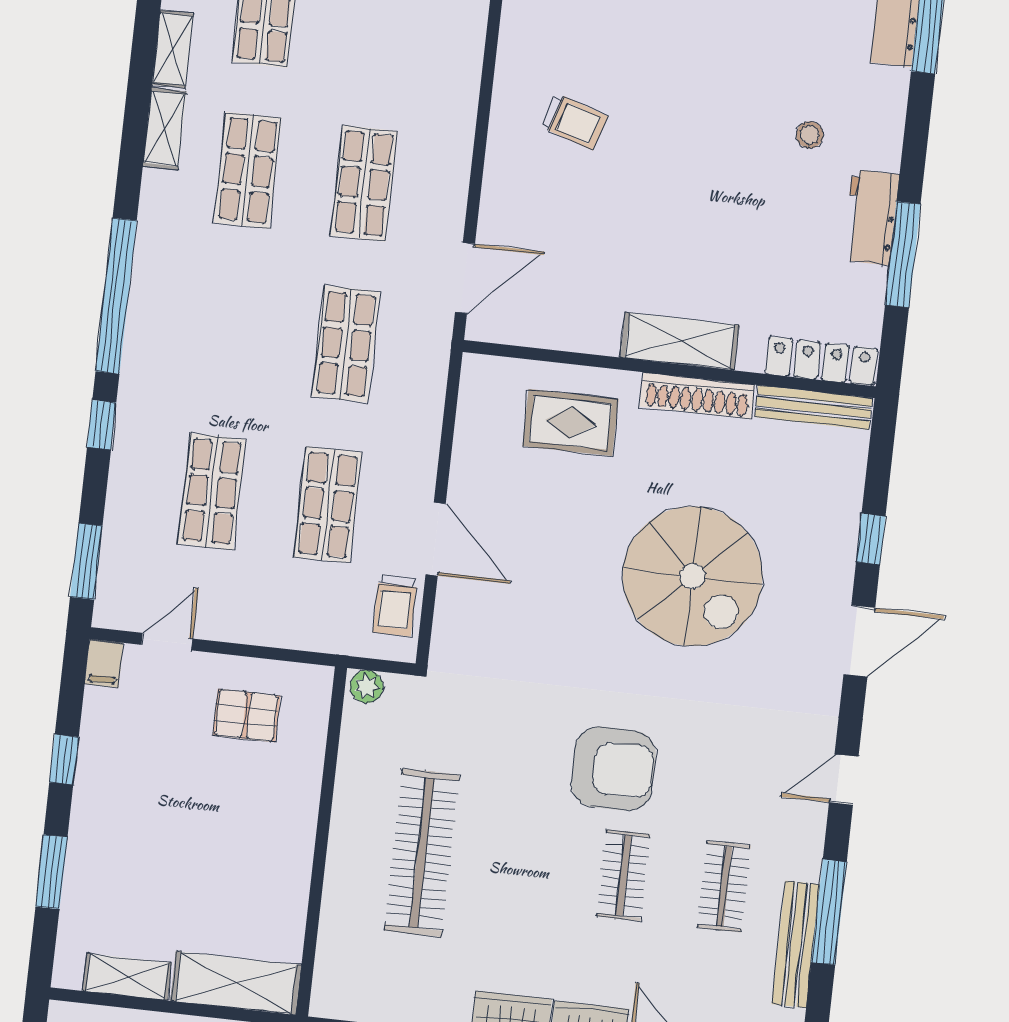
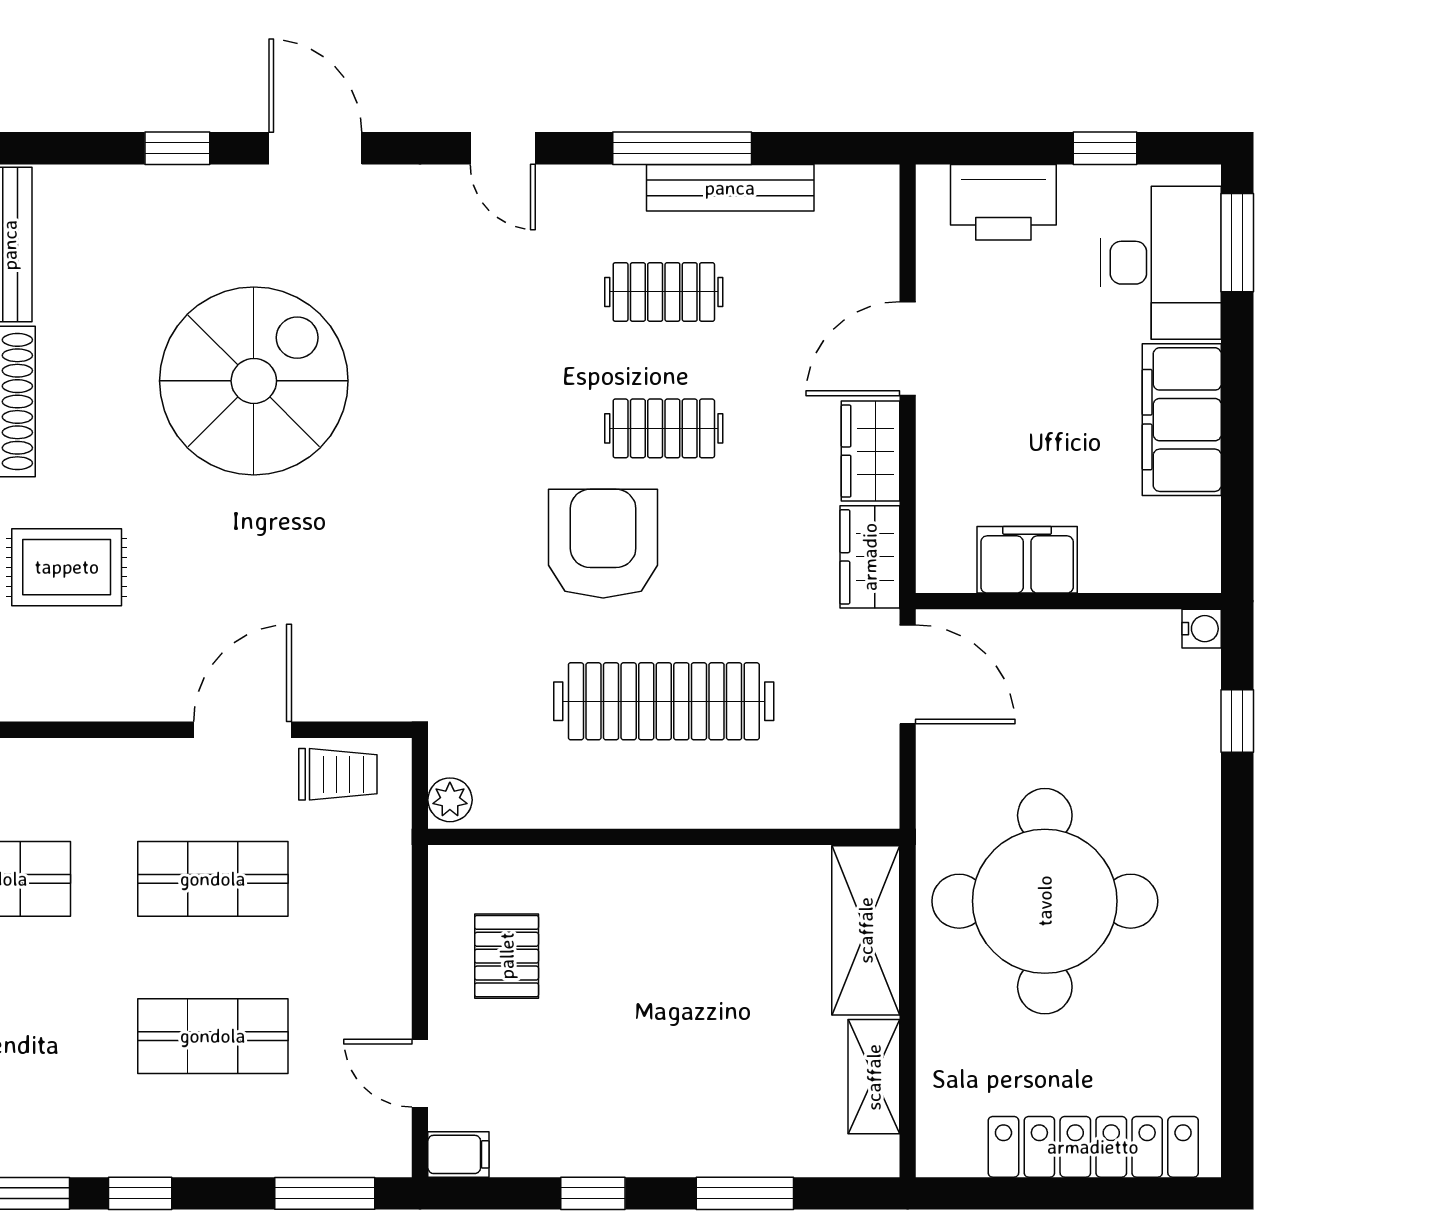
rug: (570, 423) -> (67, 567), turned 90
armchair: (614, 769) -> (603, 544), moved

